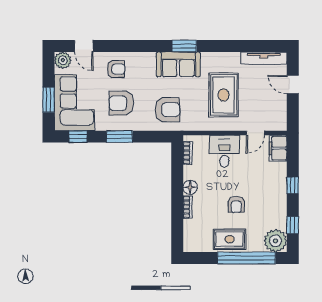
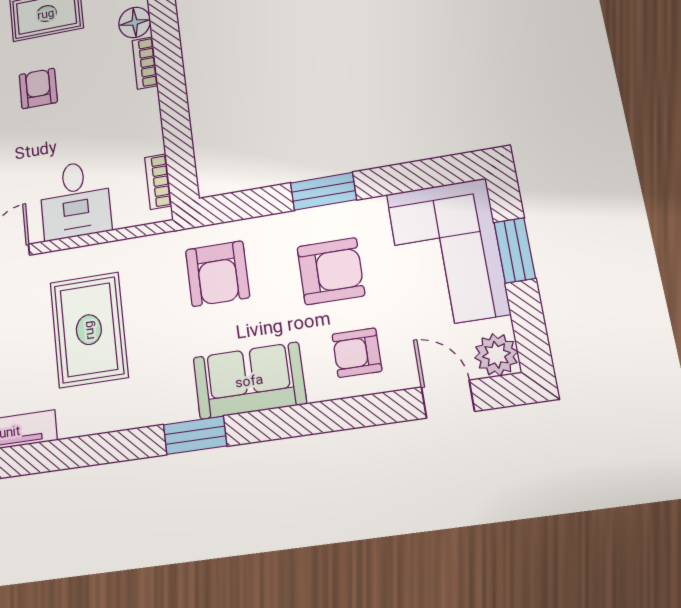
sofa: (178, 64) -> (249, 381), moved
armchair: (167, 110) -> (217, 274), turned -90
window: (78, 137) -> (425, 174), removed
floor lamp: (190, 187) -> (135, 22), moved

